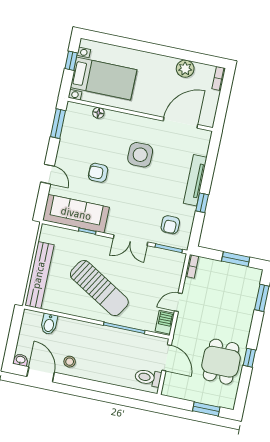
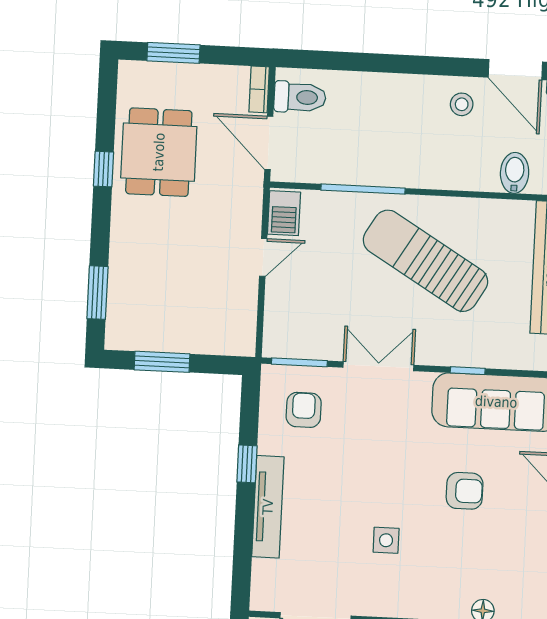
side table: (140, 155) -> (386, 540), width x0.54, depth x0.54
bookcase: (192, 266) -> (259, 89), moved

